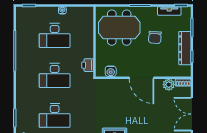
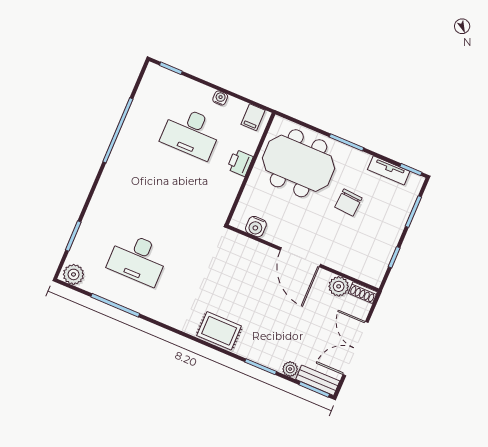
filing cabinet: (84, 13) -> (253, 117), added
dresser: (185, 48) -> (388, 239), removed
printer: (88, 65) -> (240, 163), moved
desk: (55, 75) -> (165, 196), removed

